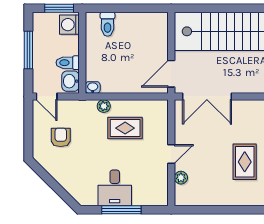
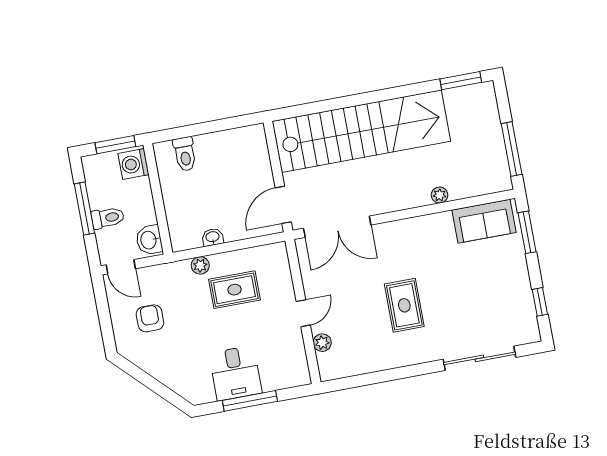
toilet: (68, 63) -> (108, 218), moved, turned 180
washbasin: (93, 87) -> (213, 237), moved

